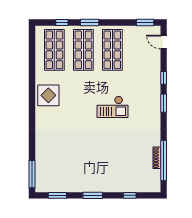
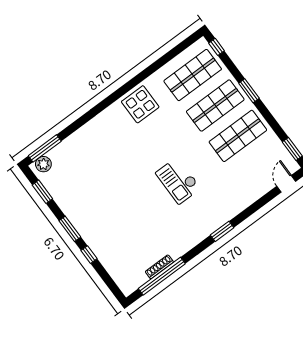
window: (62, 22) -> (216, 47), moved
window: (164, 78) -> (249, 212), removed
plant: (41, 182) -> (43, 164), added
window: (130, 195) -> (89, 255), moved

